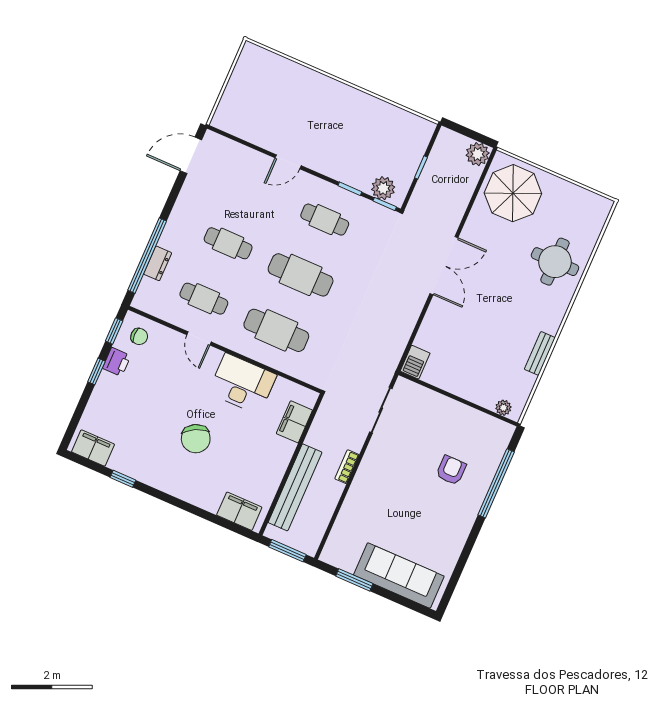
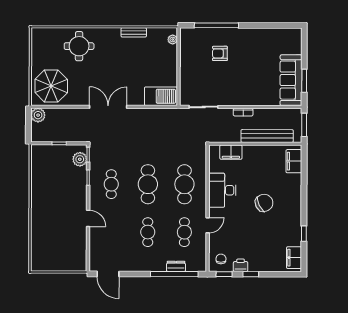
barbecue: (415, 362) -> (161, 96), width x1.88, depth x1.53
sofa: (399, 576) -> (291, 80), moved

